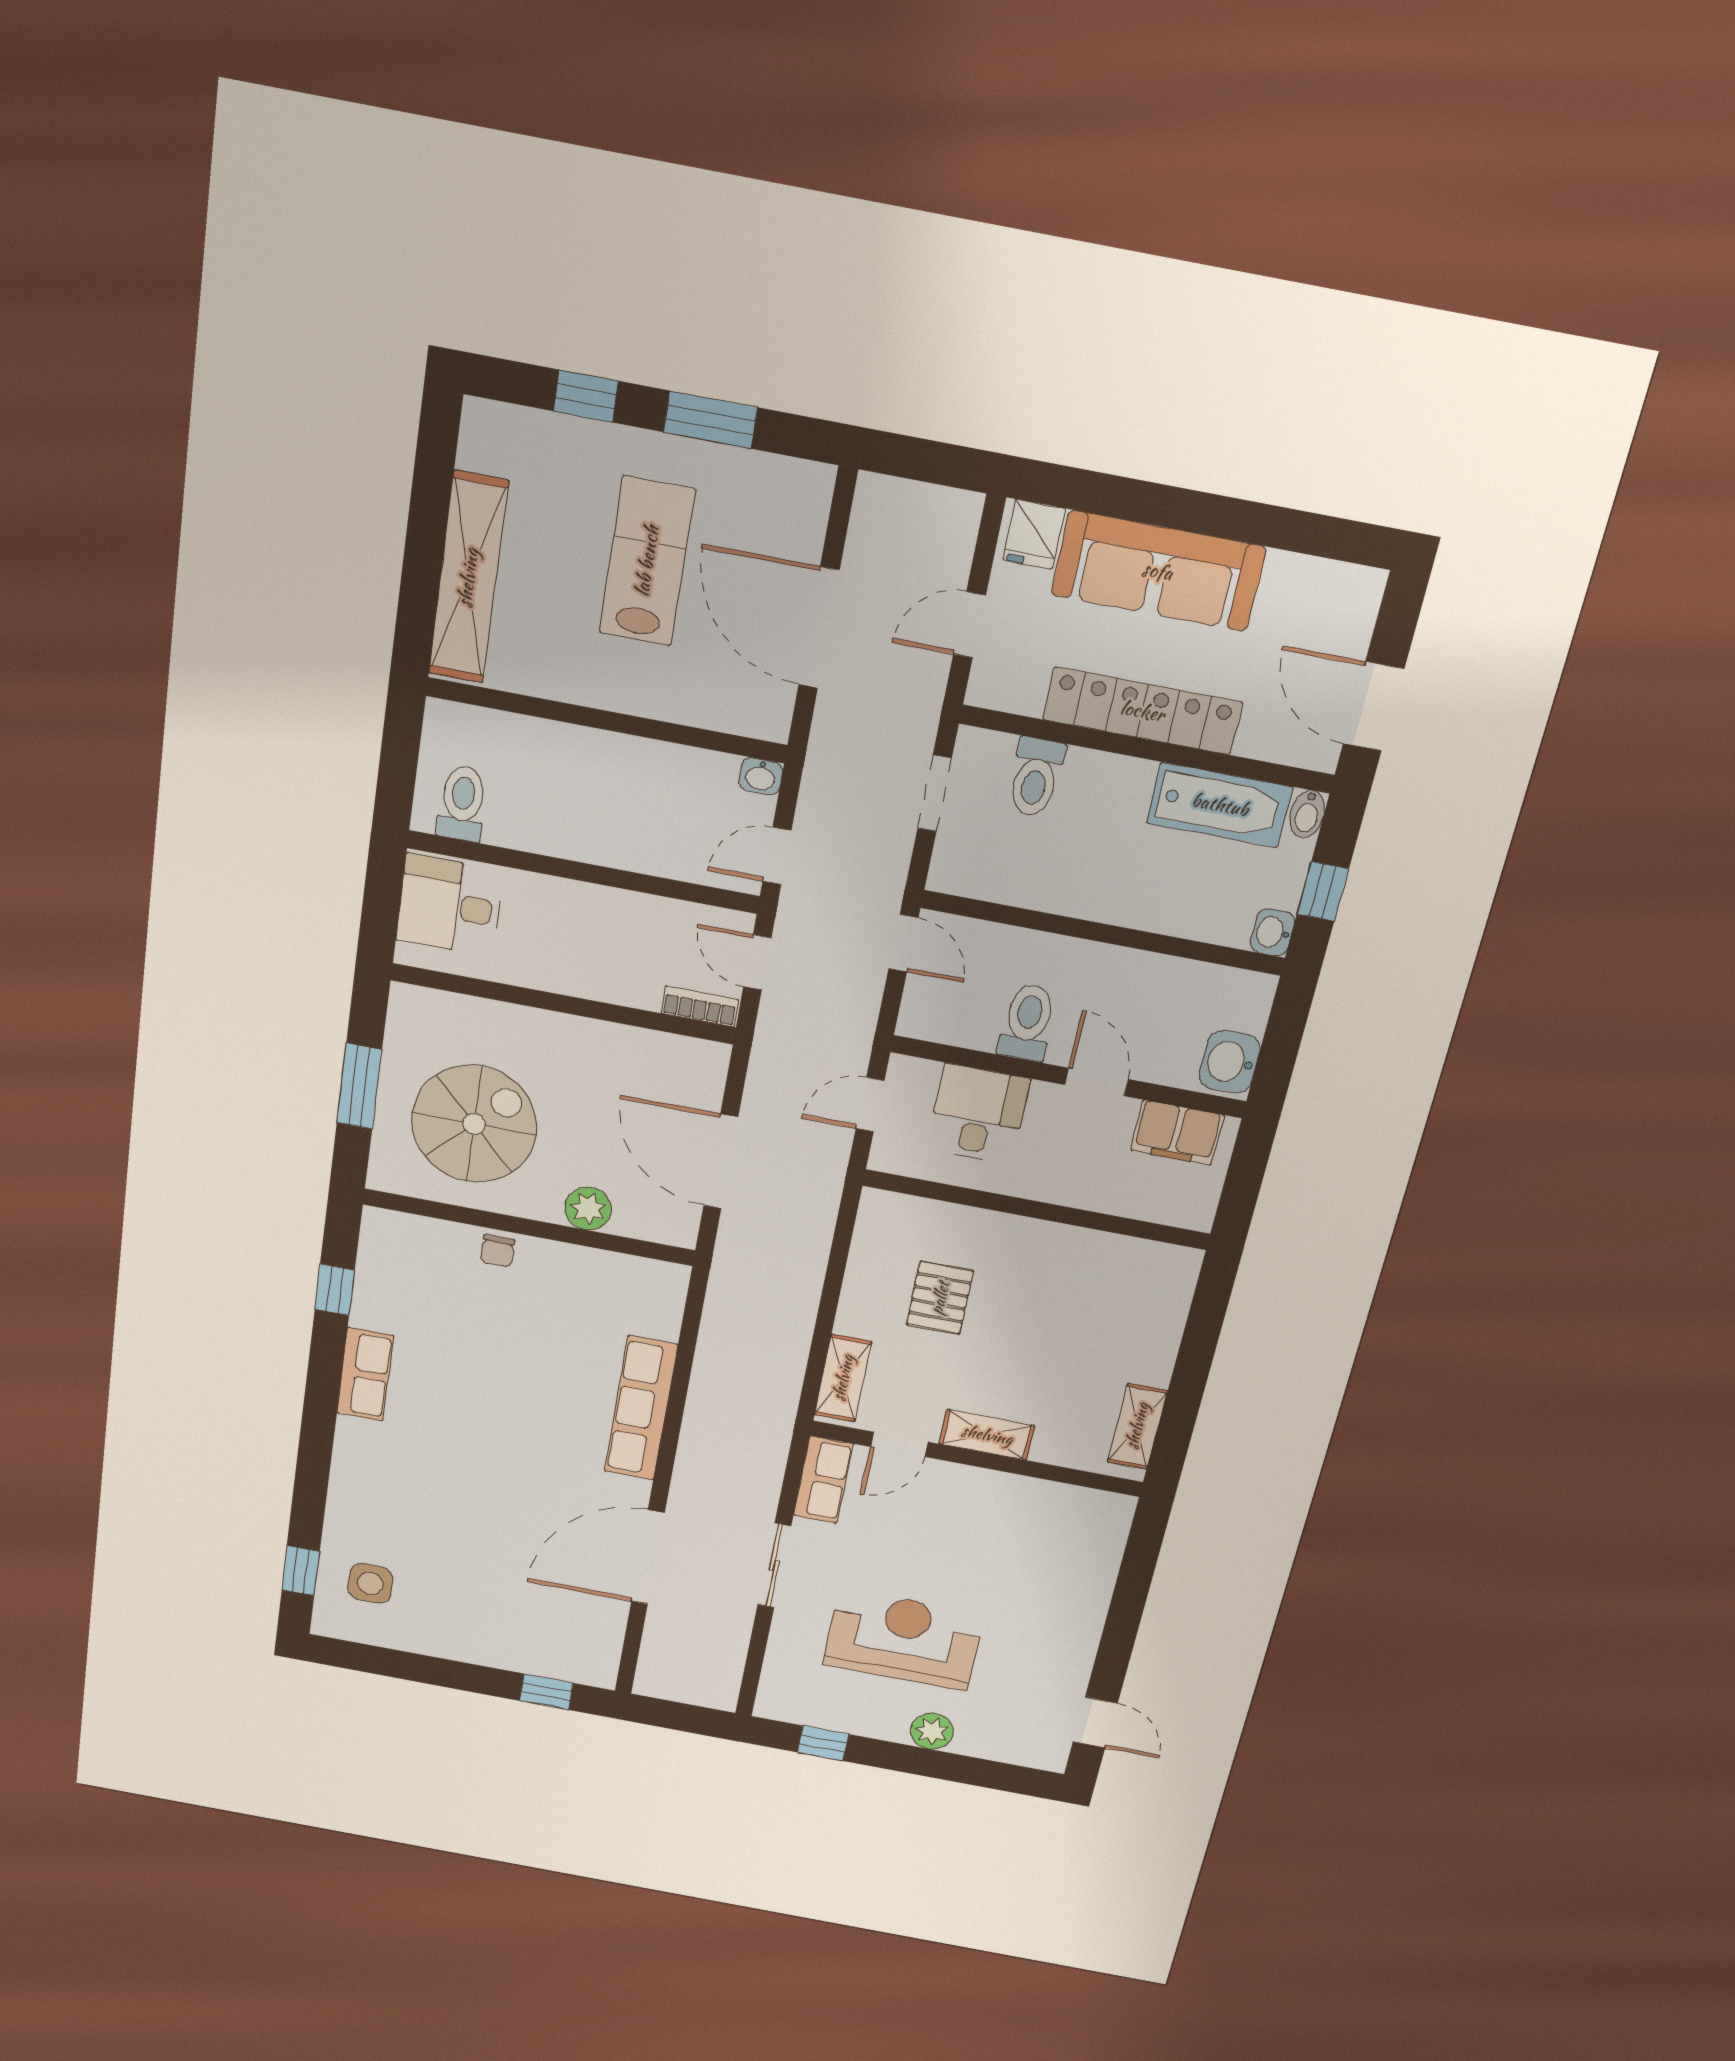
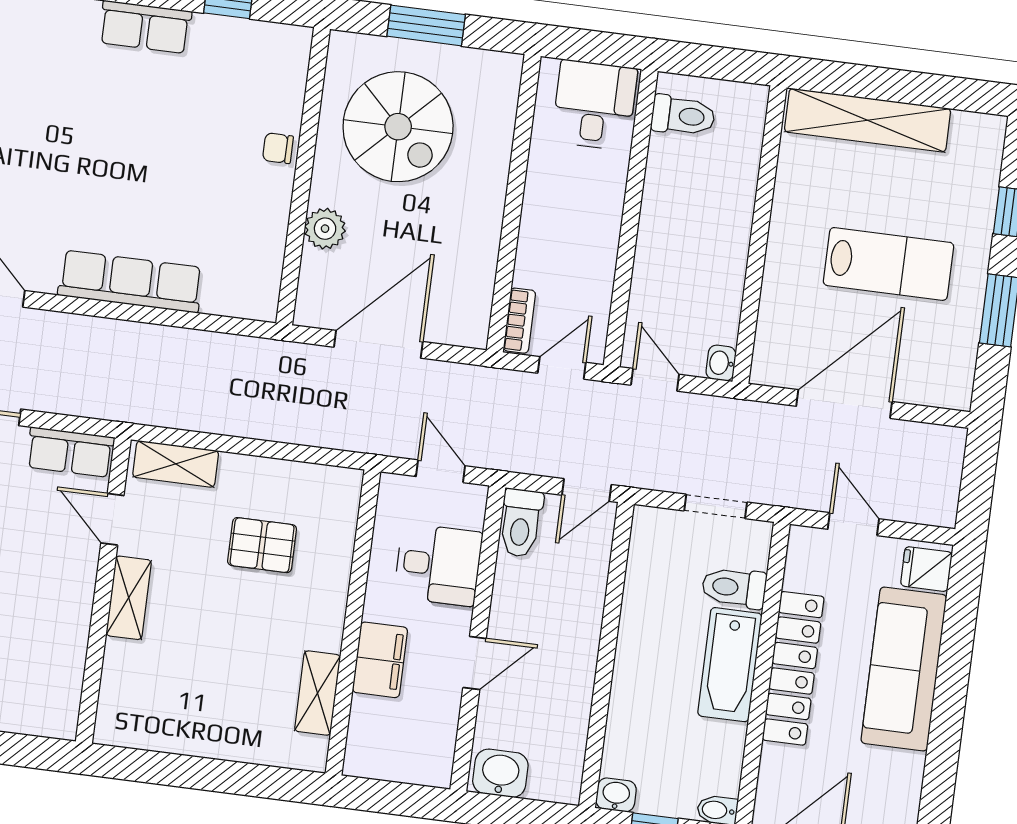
bathtub: (1220, 805) -> (730, 665), moved
toilet: (1027, 1022) -> (521, 523), moved, turned 90
filing cabinet: (1177, 1133) -> (380, 660), moved, turned 180
shelving: (1137, 1426) -> (318, 693), moved, turned 90

